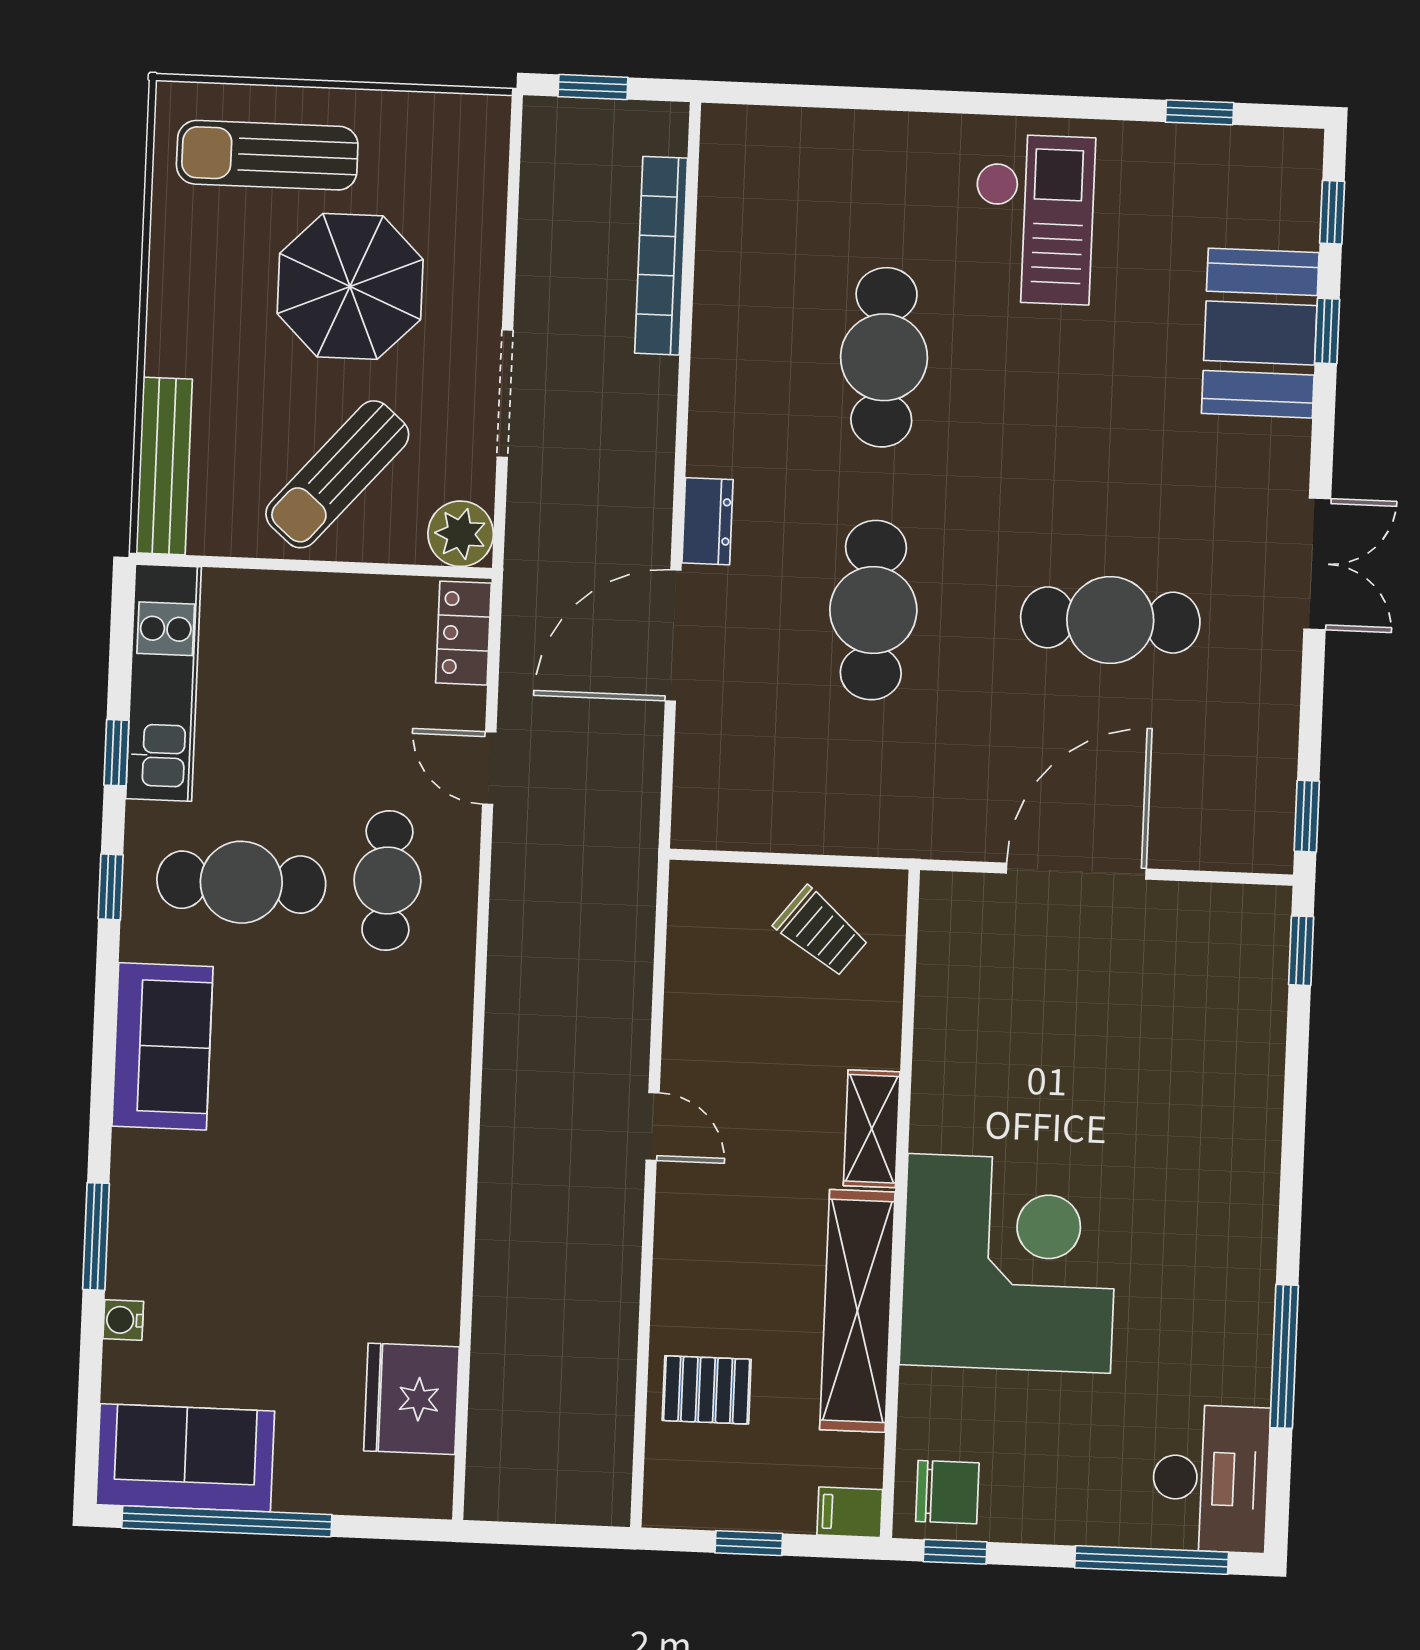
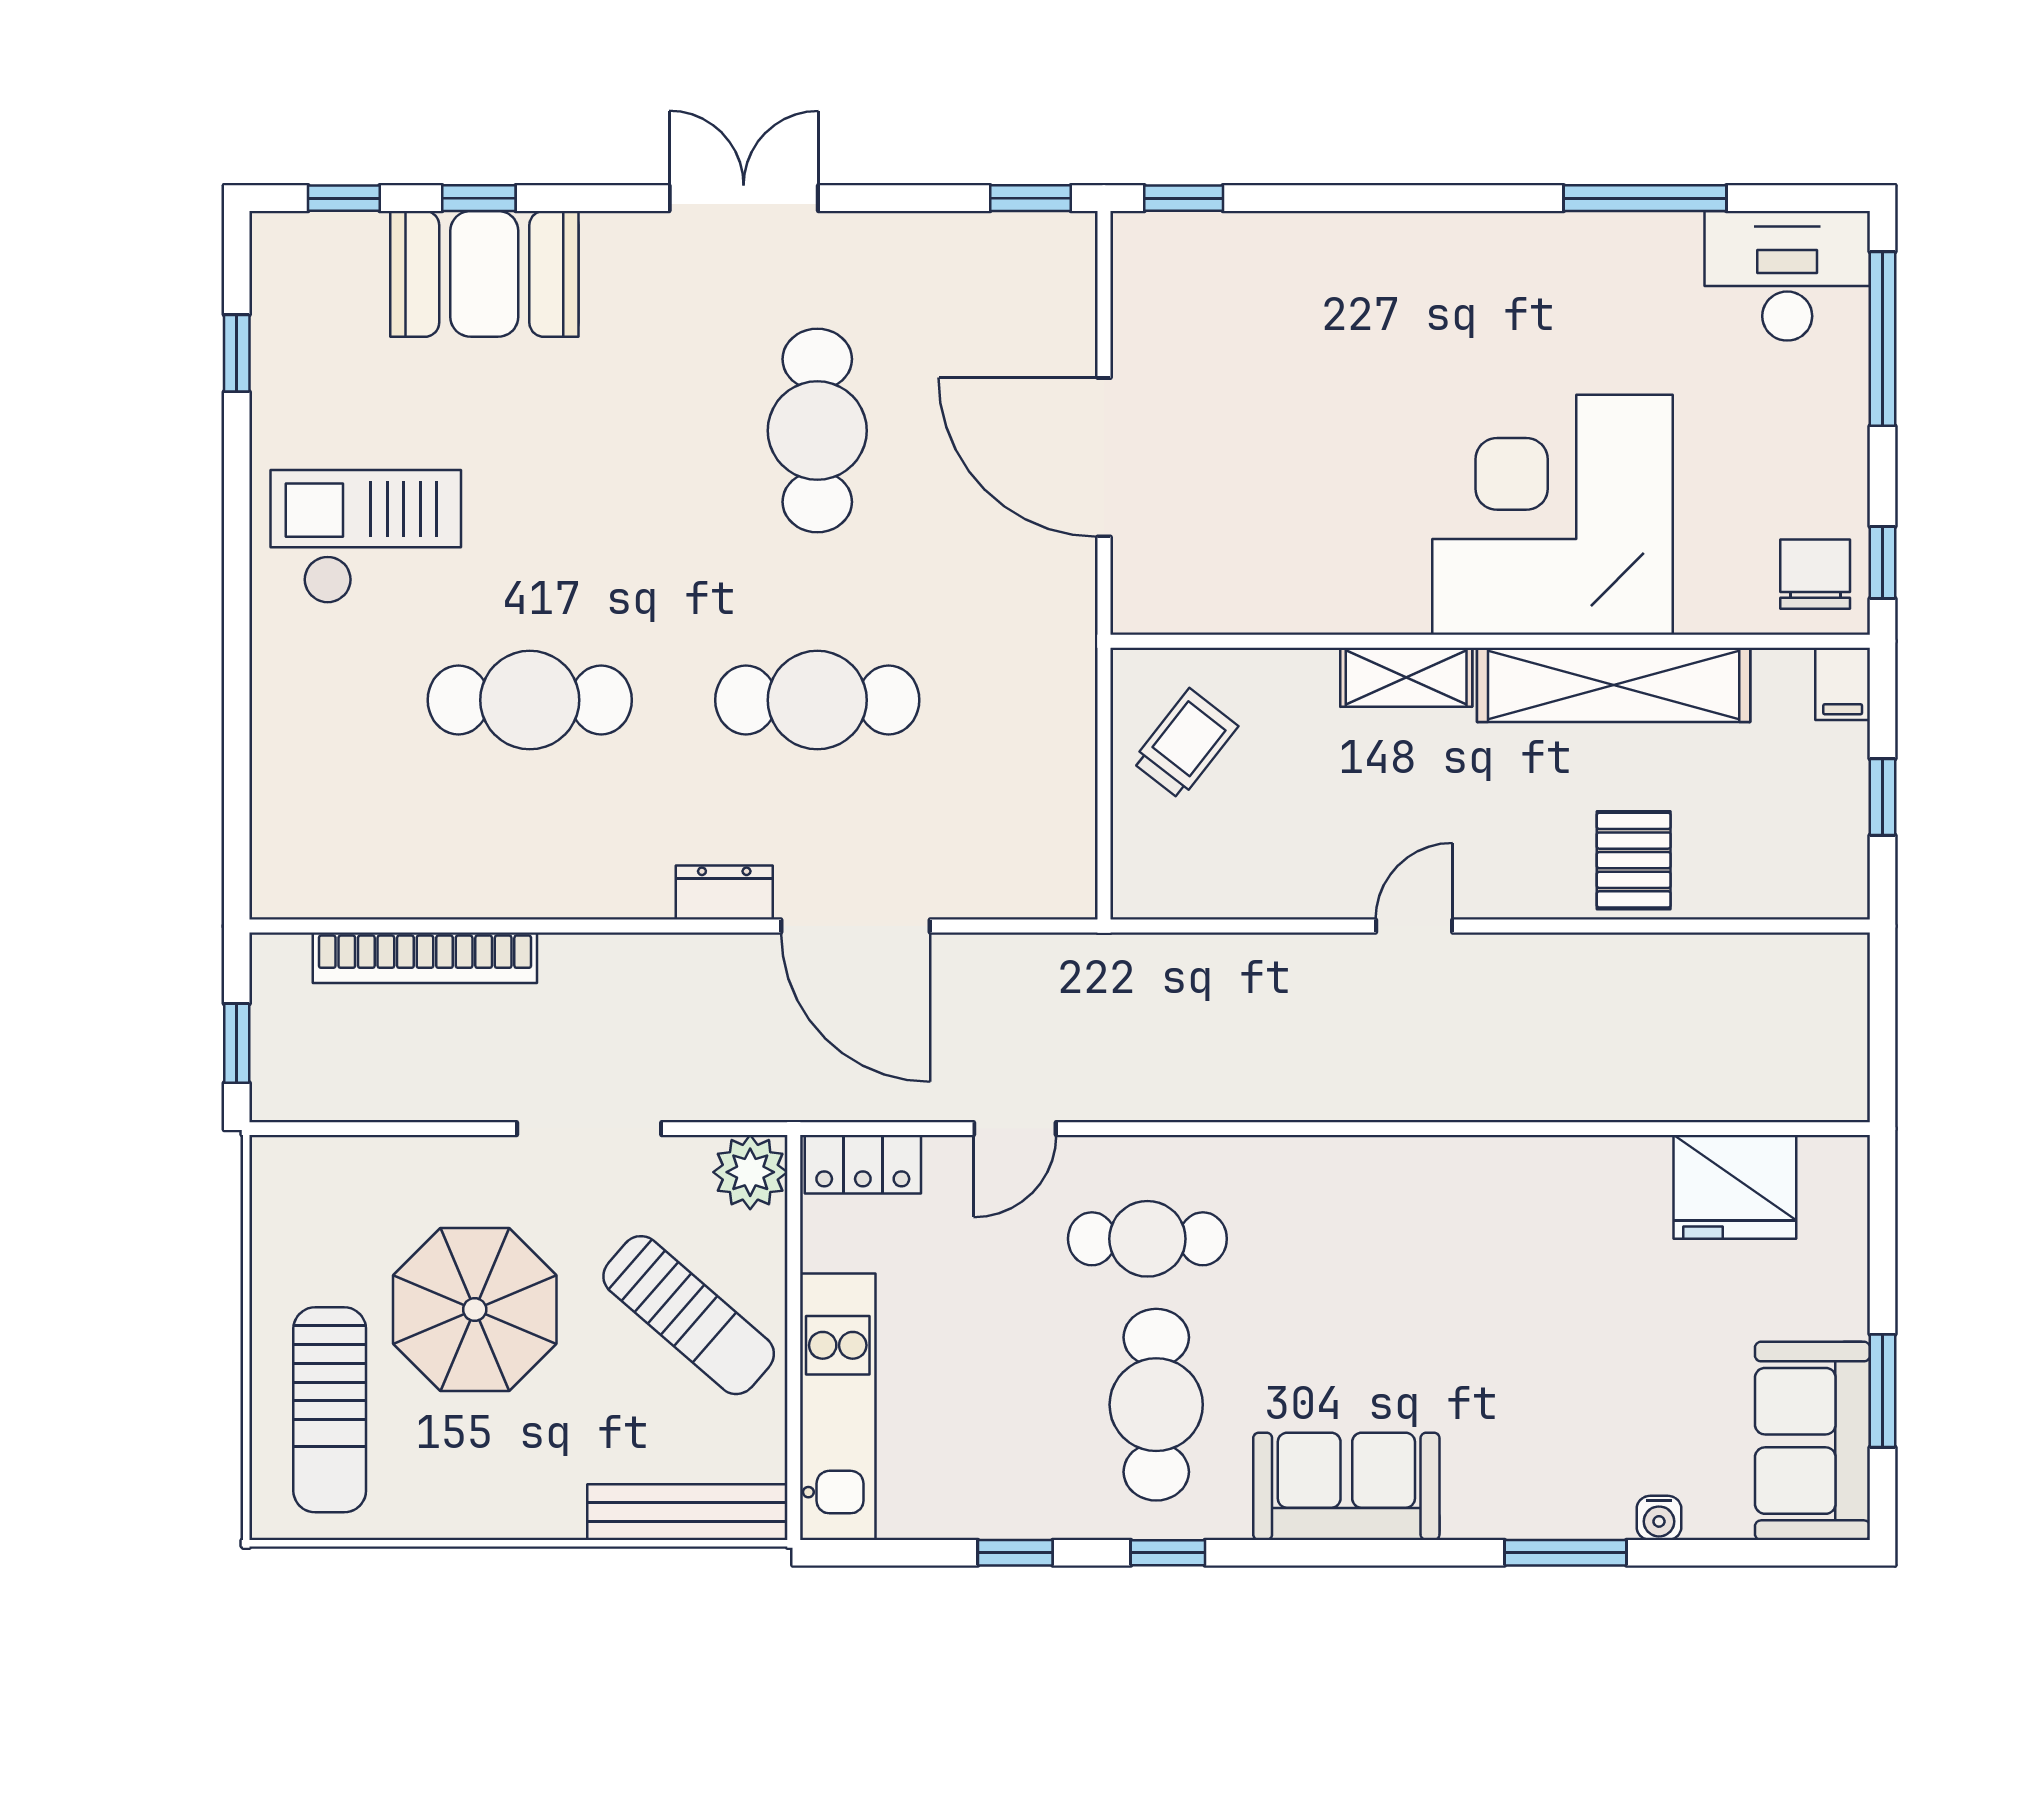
kitchen unit: (163, 683) -> (838, 1407), moved, turned 90
pallet: (707, 1390) -> (1634, 860), moved
window: (227, 1521) -> (1883, 1391), width x0.47

